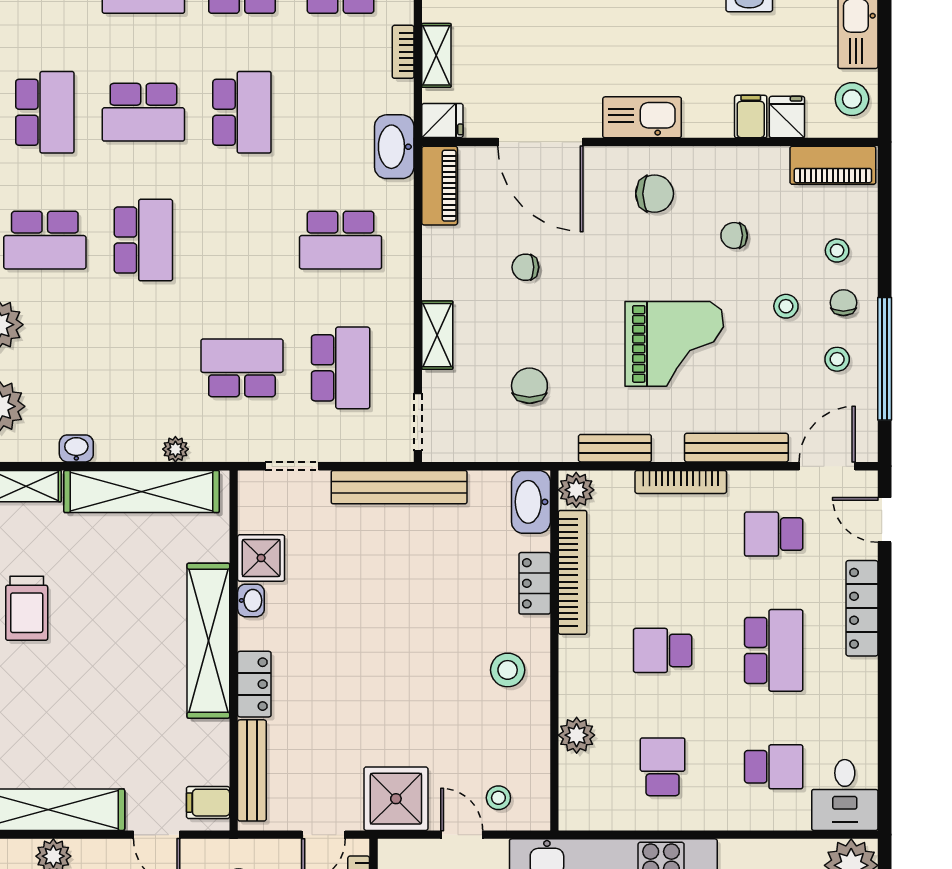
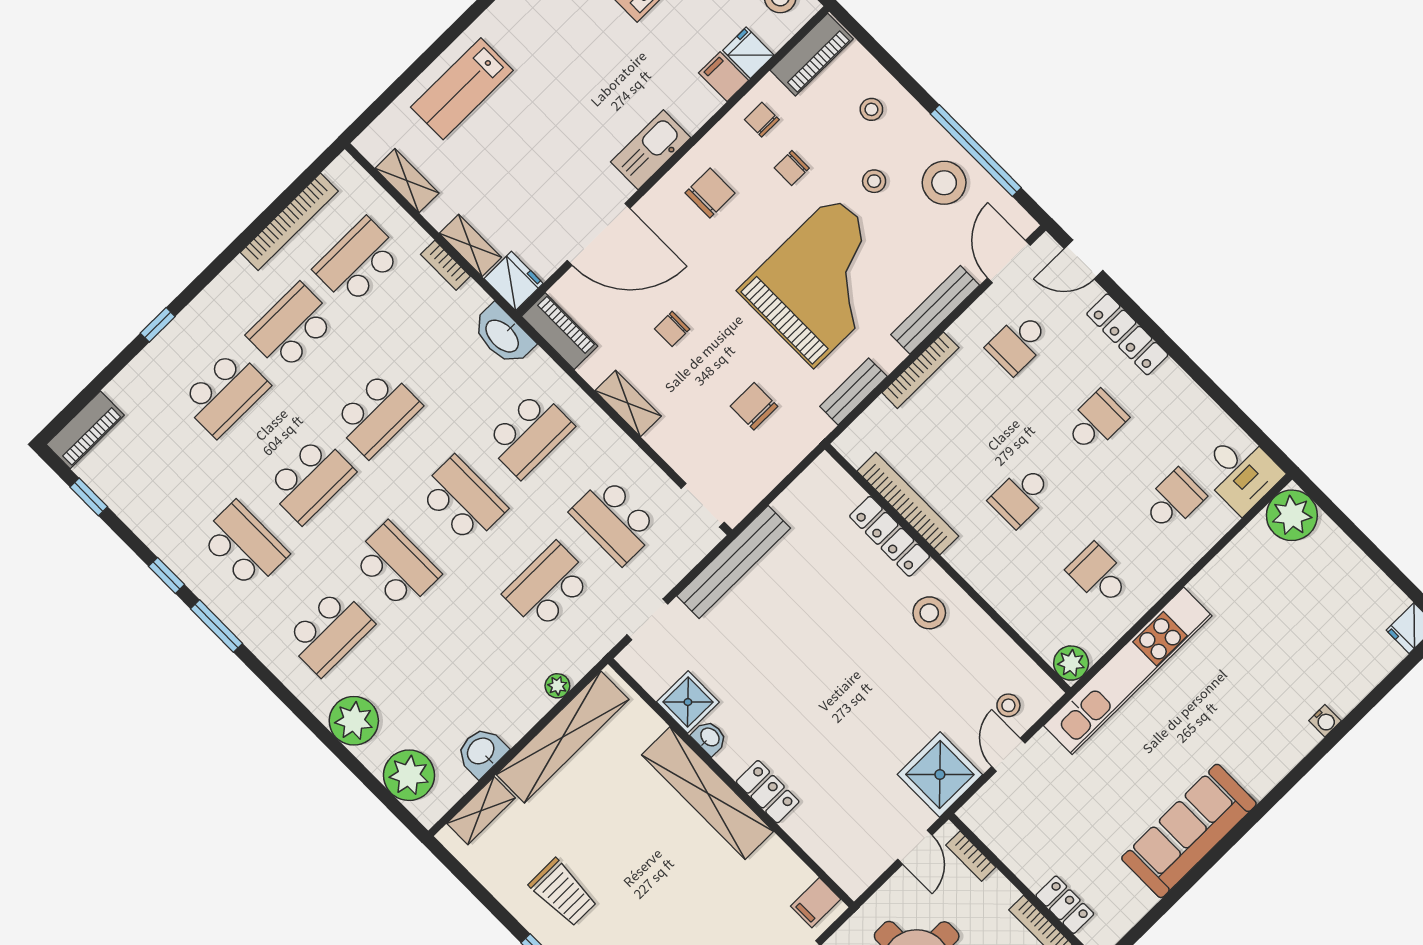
school desk: (242, 112) -> (377, 414), turned 90
fridge: (442, 121) -> (514, 281), width x1.38
school desk: (242, 240) -> (462, 500), added
chair: (843, 303) -> (762, 120), moved
shelving: (437, 335) -> (628, 403), moved
grand piano: (674, 344) -> (824, 281), width x1.37, depth x1.48
stool: (837, 359) -> (944, 183), width x1.89, depth x1.89
school desk: (341, 368) -> (614, 521), turned 180
washbasin: (76, 448) -> (481, 752), width x1.38, depth x1.45
plant: (576, 490) -> (855, 445), removed
washbasin: (531, 502) -> (833, 484), removed
locker: (535, 583) -> (890, 536), width x1.53
school desk: (774, 650) -> (1096, 422), width x0.54
plant: (577, 735) -> (1071, 663), moved
bench: (252, 770) -> (824, 852), removed
door: (462, 835) -> (1008, 755), hinge flipped

